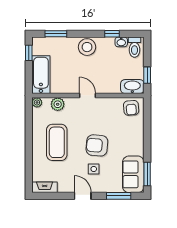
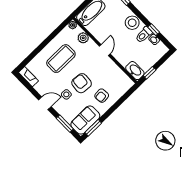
toilet: (135, 47) -> (144, 35), moved
armchair: (131, 108) -> (102, 96), moved
door: (83, 196) -> (45, 103), hinge flipped

